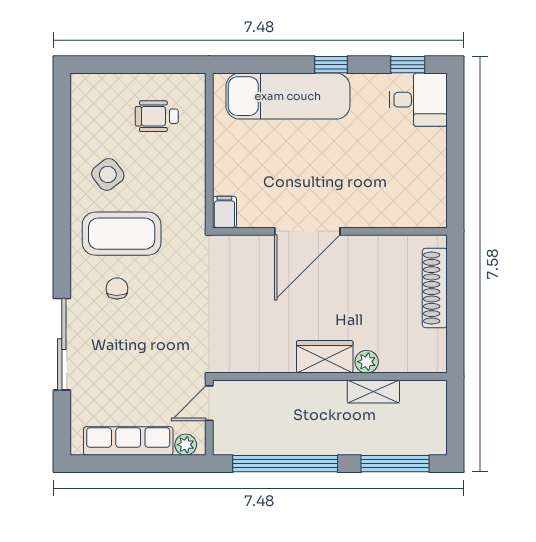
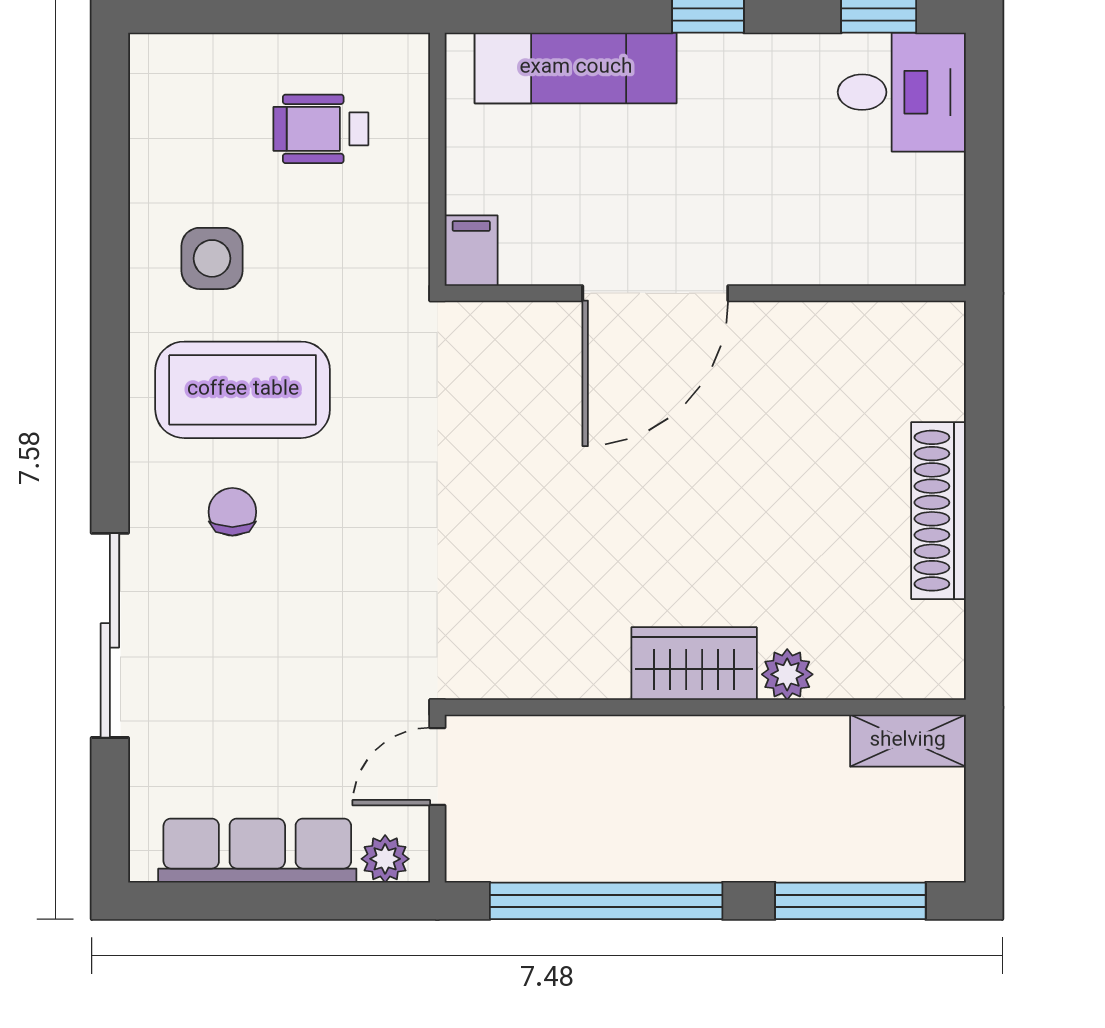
exam couch: (288, 96) -> (576, 68), width x0.73, depth x0.69
side table: (108, 174) -> (212, 258), turned 38
filing cabinet: (224, 212) -> (471, 251), moved
door: (307, 231) -> (655, 293), moved
wall: (330, 231) -> (705, 293), moved
shelving: (373, 392) -> (908, 741), moved

